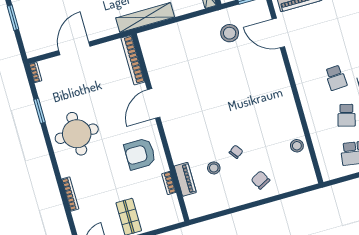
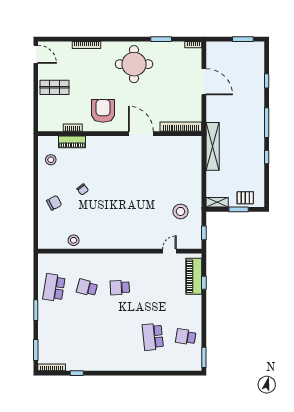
door: (278, 33) -> (169, 251), width x0.53
stool: (214, 168) -> (51, 160), moved

